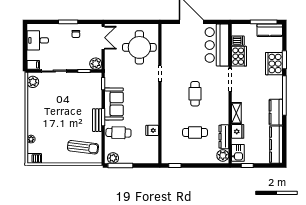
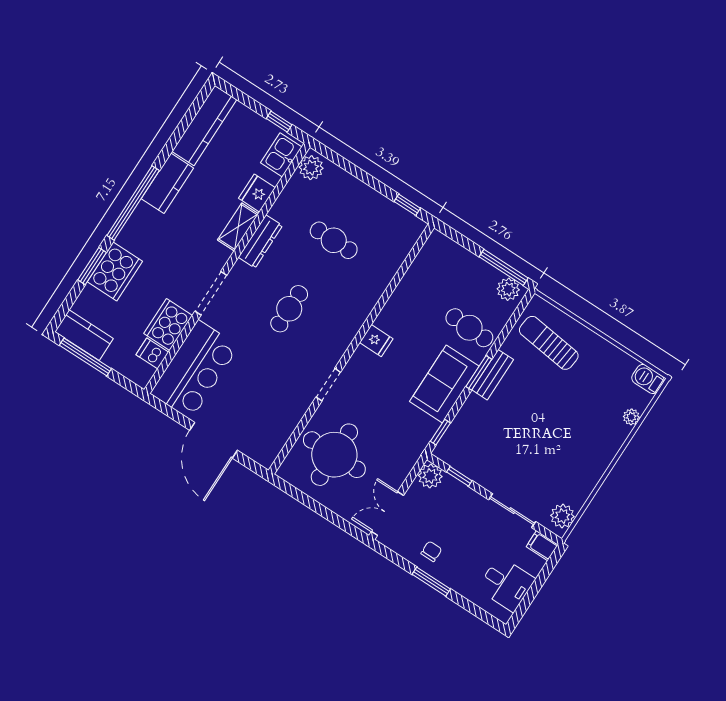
fridge: (152, 130) -> (376, 341), moved
dresser: (224, 137) -> (260, 241), moved

